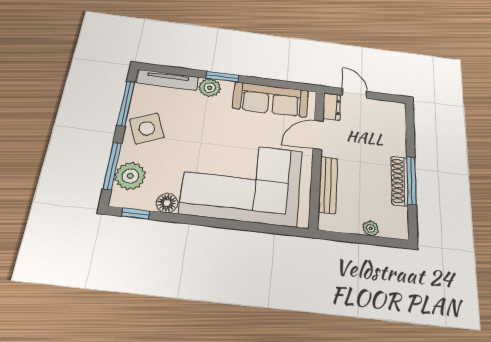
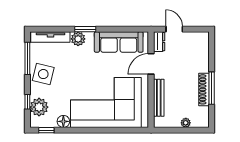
side table: (147, 128) -> (43, 74), turned 37
window: (112, 166) -> (27, 102), width x0.46

